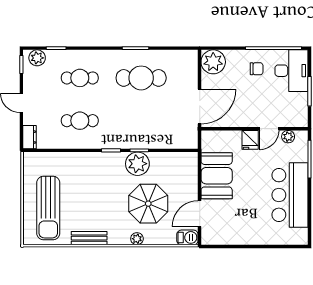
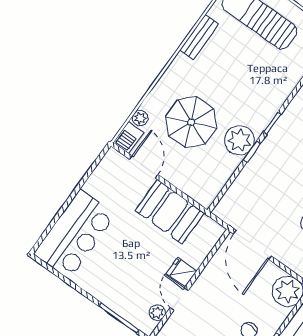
bar counter: (290, 195) -> (75, 234), moved, turned 90
plant: (137, 239) -> (140, 118), moved

